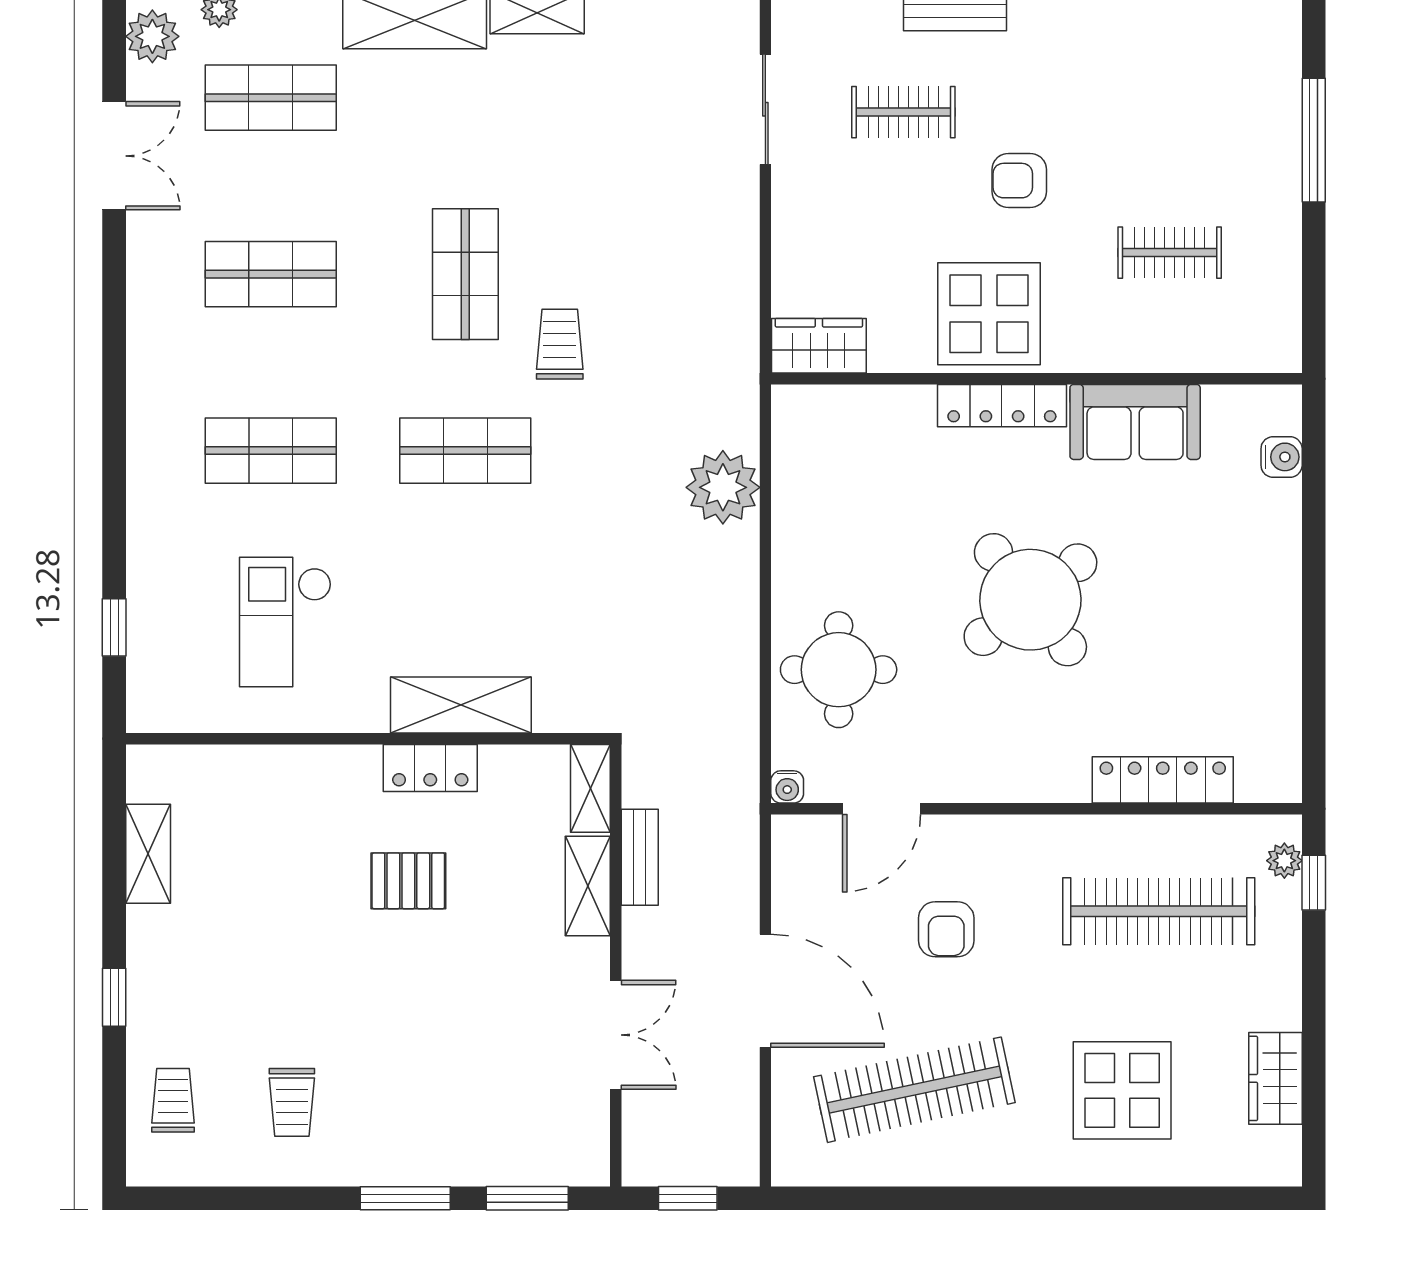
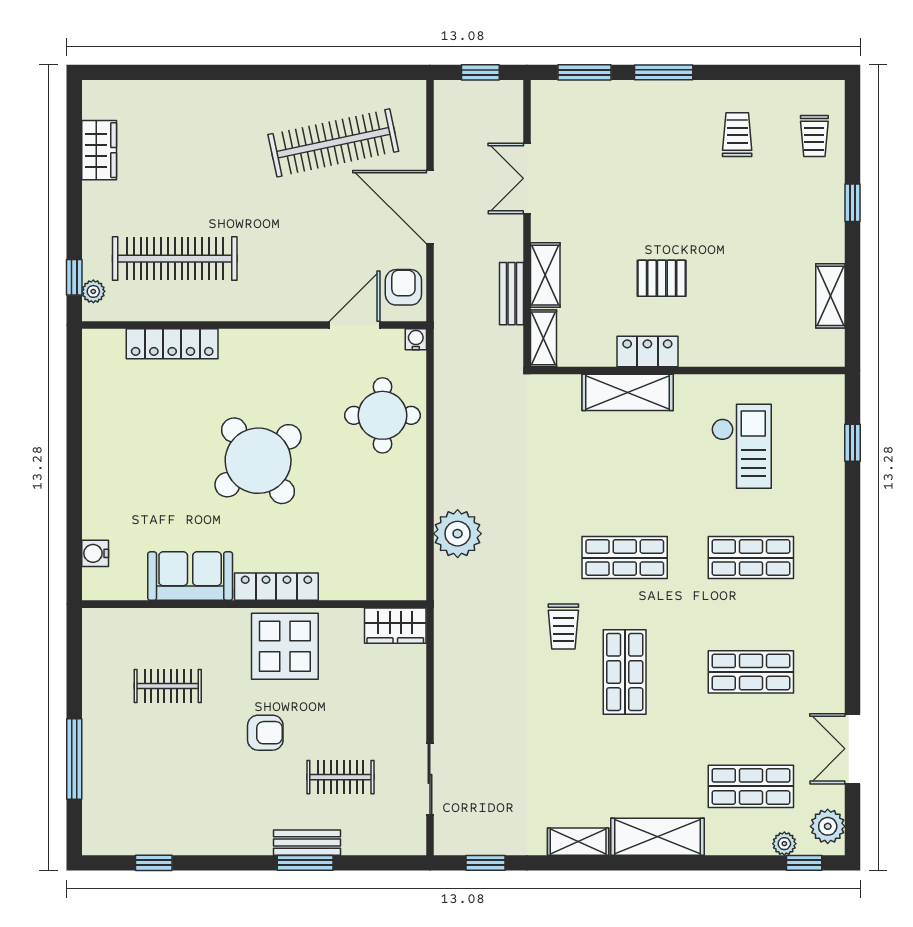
armchair: (946, 929) -> (403, 287), moved
display table: (1122, 1090) -> (198, 142), removed

